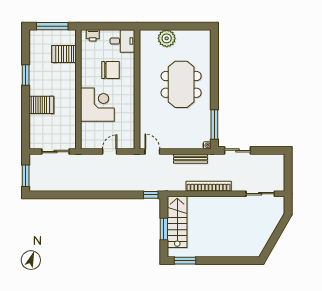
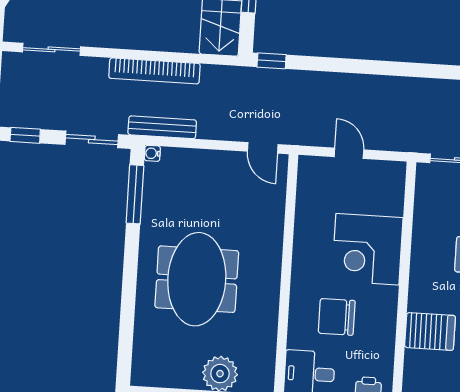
server rack: (64, 54) -> (430, 331), moved
window: (271, 150) -> (25, 135), added
door: (110, 152) -> (349, 153), swing flipped
bench: (191, 159) -> (162, 127), moved

